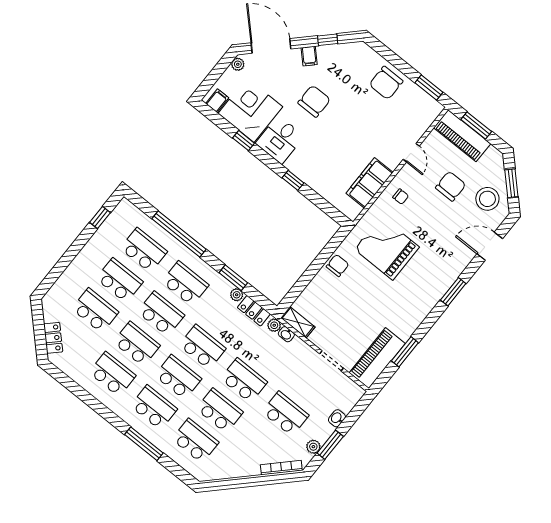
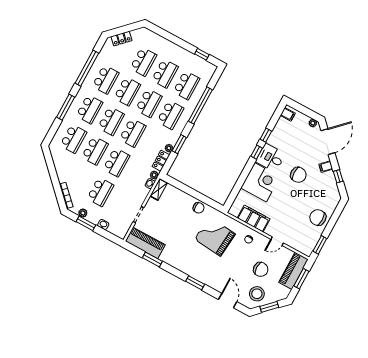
corner desk: (250, 110) -> (260, 182), moved
window: (293, 180) -> (257, 152), moved
grand piano: (387, 248) -> (215, 237), turned -85
window: (89, 400) -> (87, 68), added

